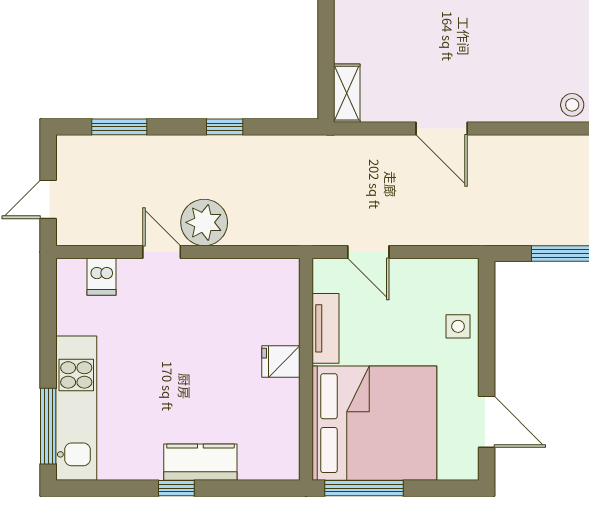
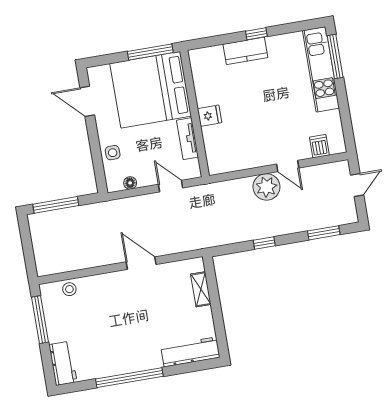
shelving: (347, 93) -> (201, 289), moved
floor lamp: (437, 269) -> (130, 183), added

